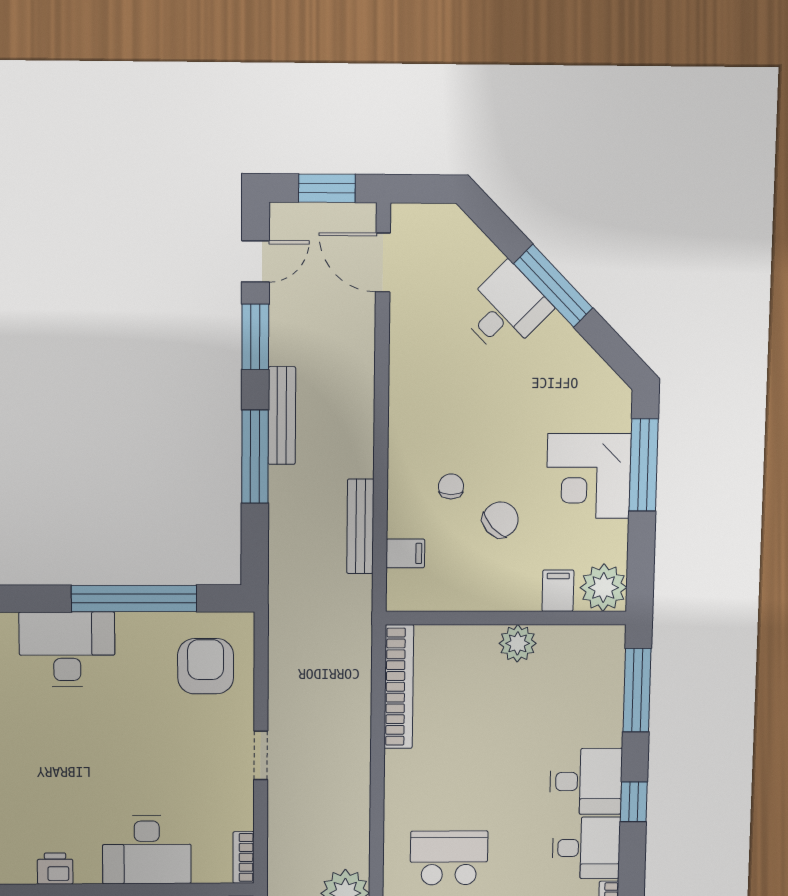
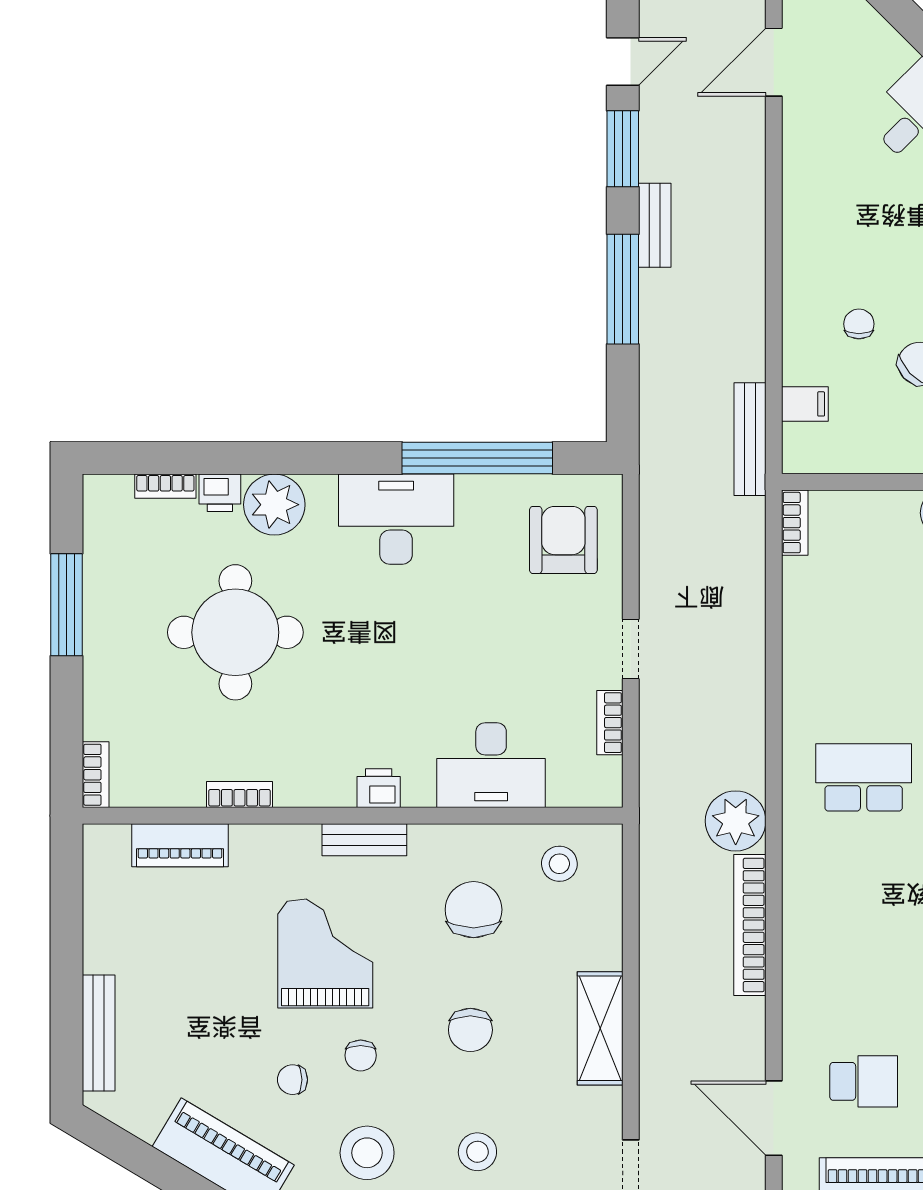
door: (383, 263) -> (774, 62), hinge flipped
bench: (282, 416) -> (655, 225), width x0.73
bench: (360, 526) -> (750, 439), moved
bookcase: (399, 687) -> (795, 523), width x0.43, depth x0.76
bookcase: (244, 857) -> (610, 723), moved

